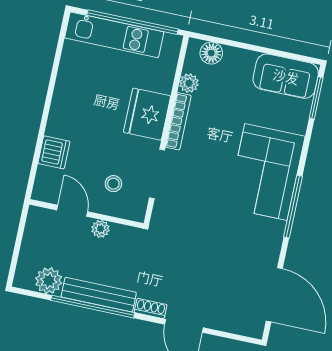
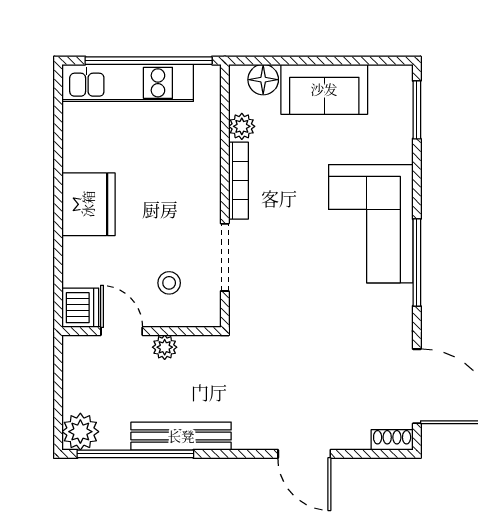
sofa: (286, 76) -> (324, 89), moved
fridge: (147, 114) -> (88, 204), moved, turned 180
dishwasher: (54, 152) -> (80, 308), moved
plant: (49, 281) -> (80, 432), moved
window: (93, 307) -> (135, 454), moved
shoe rack: (151, 308) -> (392, 440), moved

